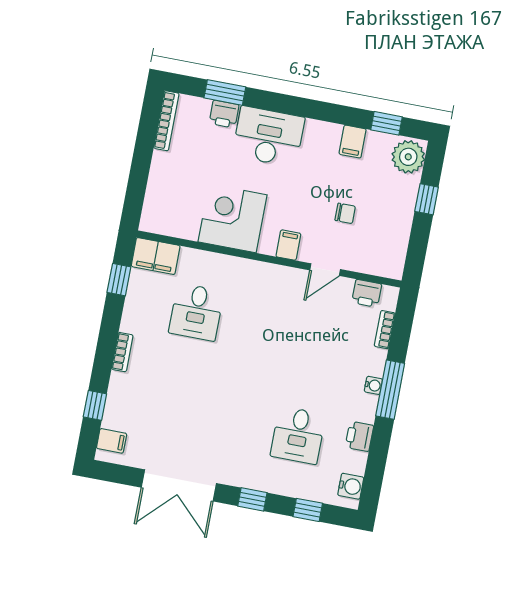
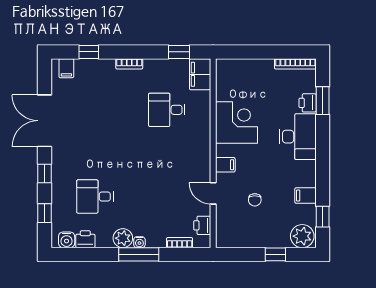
plant: (363, 407) -> (123, 238), added
printer: (359, 436) -> (85, 239), moved

